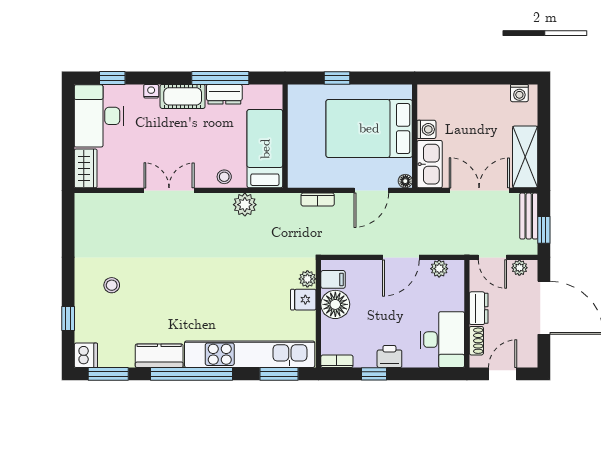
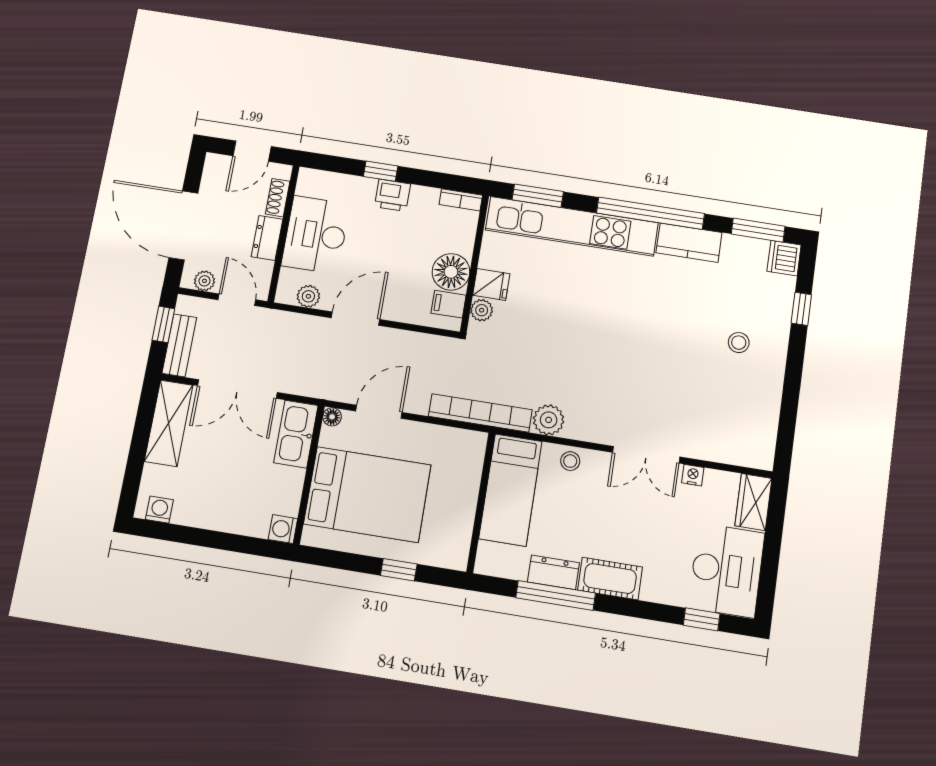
nightstand: (151, 91) -> (693, 475), moved, turned 180
washing machine: (426, 129) -> (283, 529), moved
bookcase: (318, 200) -> (480, 413), width x2.31, depth x1.31
desk: (442, 340) -> (316, 235), moved
window: (374, 374) -> (381, 171), moved

